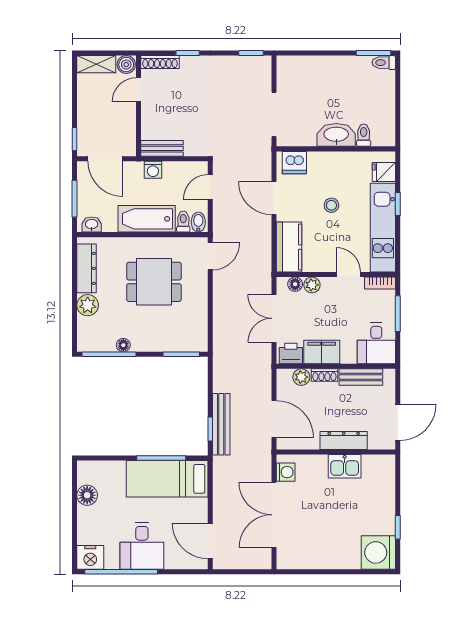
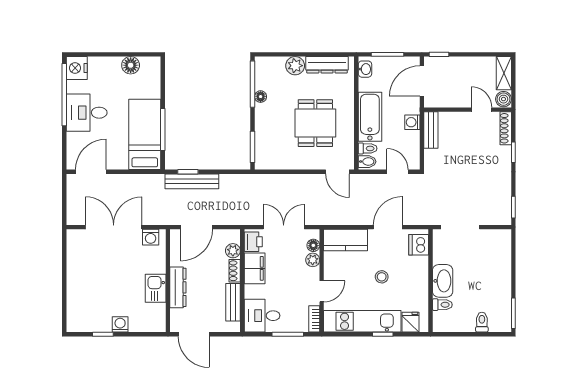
toilet: (384, 63) -> (482, 322), moved
washing machine: (378, 552) -> (120, 324), moved, width x0.53, depth x0.53

